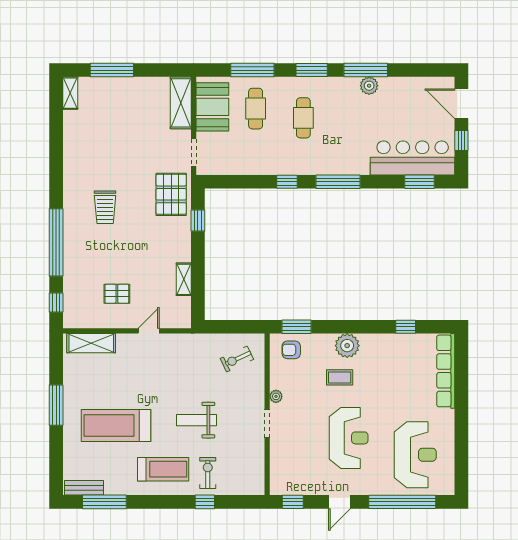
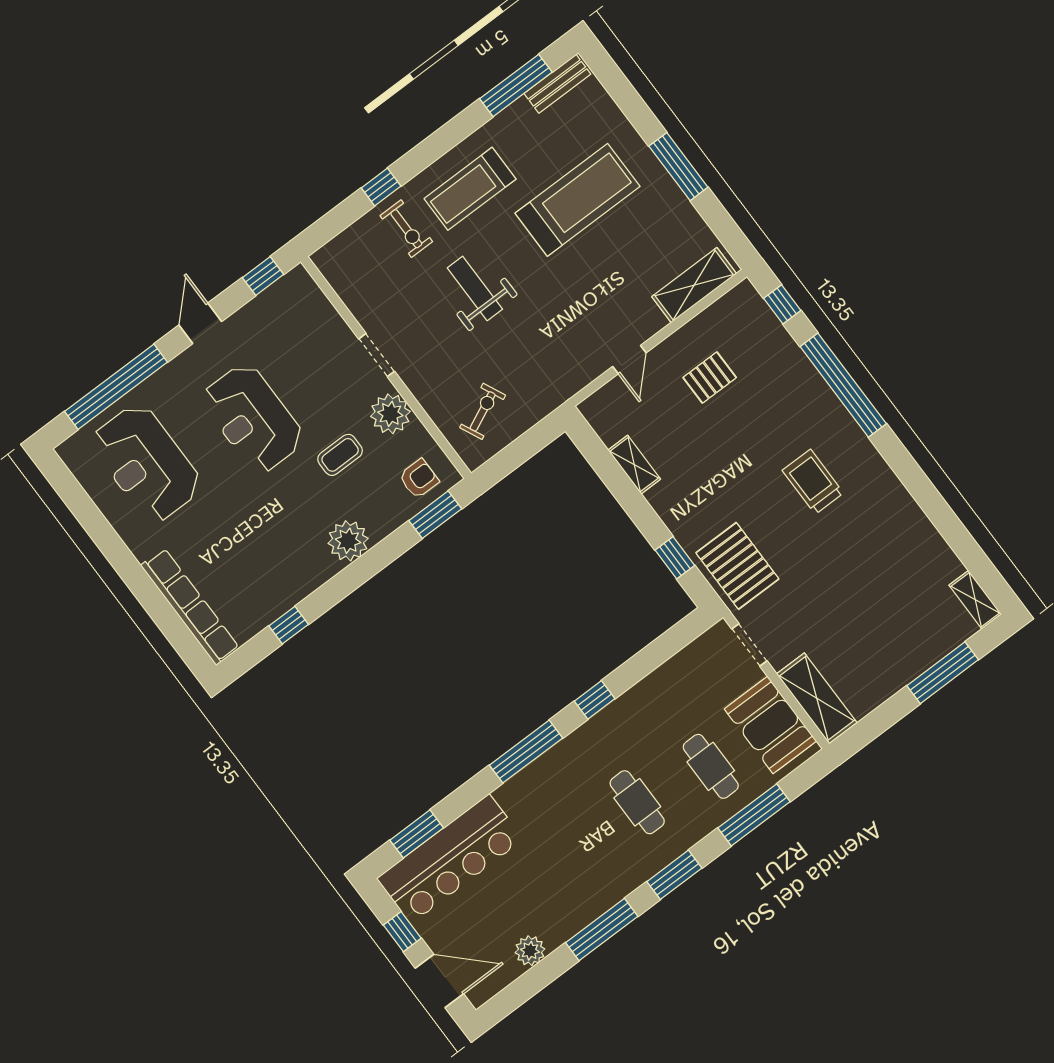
plant: (369, 86) -> (530, 951), moved
coffee table: (340, 377) -> (340, 455), moved
plant: (276, 396) -> (390, 414), width x1.88, depth x1.88
weight bench: (196, 420) -> (475, 288), turned -90

